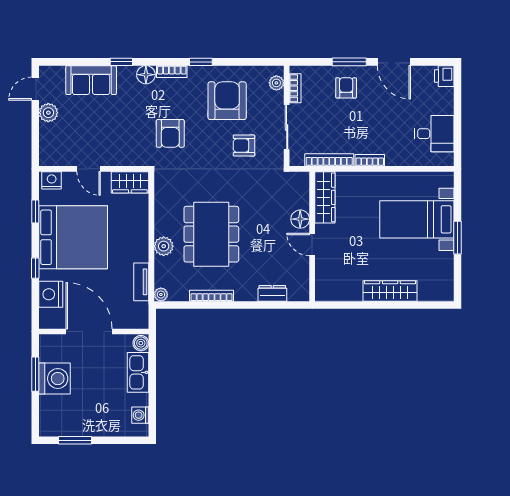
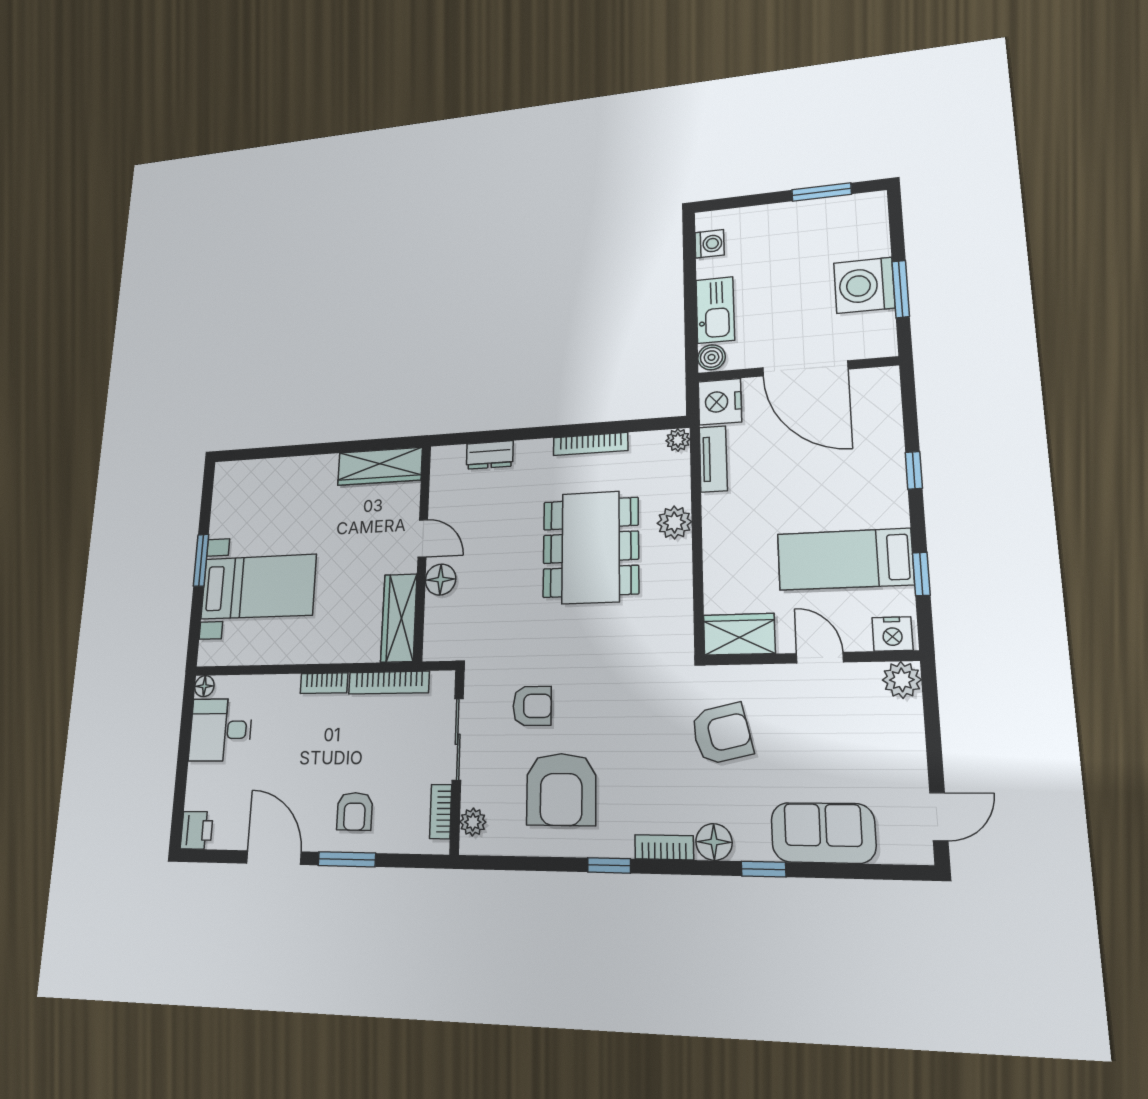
plant: (48, 113) -> (902, 680), moved
armchair: (170, 133) -> (722, 734), moved, turned 77
floor lamp: (448, 160) -> (204, 686), added
bed: (73, 237) -> (845, 559), width x0.49
wardrobe: (390, 291) -> (380, 466), moved
nightstand: (51, 294) -> (720, 402), moved, turned 180

